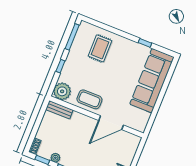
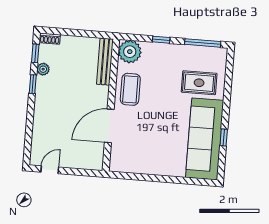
sofa: (152, 81) -> (205, 139), moved, turned -90
bench: (59, 110) -> (105, 62), width x1.36
door: (111, 123) -> (109, 126), hinge flipped

